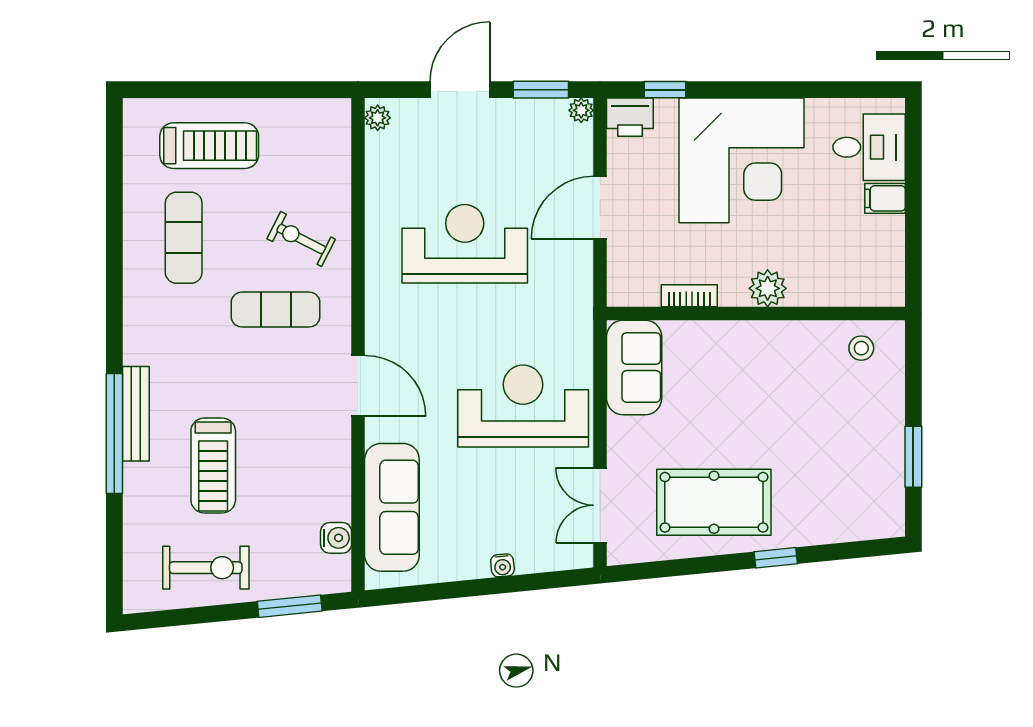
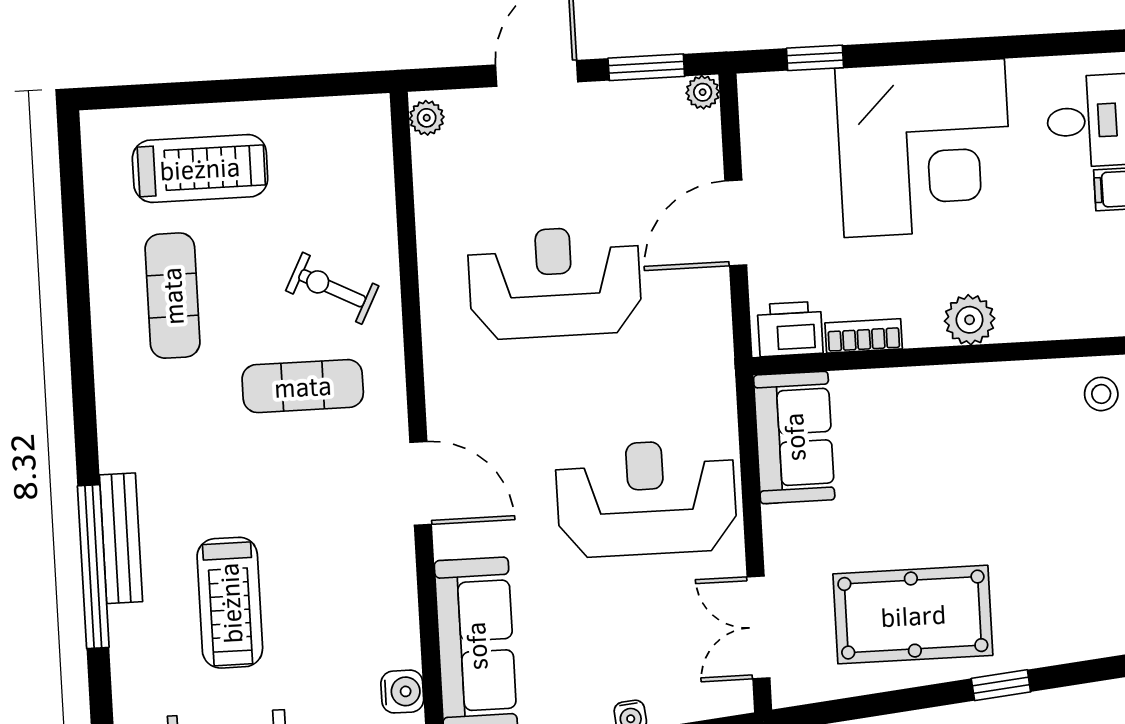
printer: (630, 117) -> (790, 329), moved, turned 180

